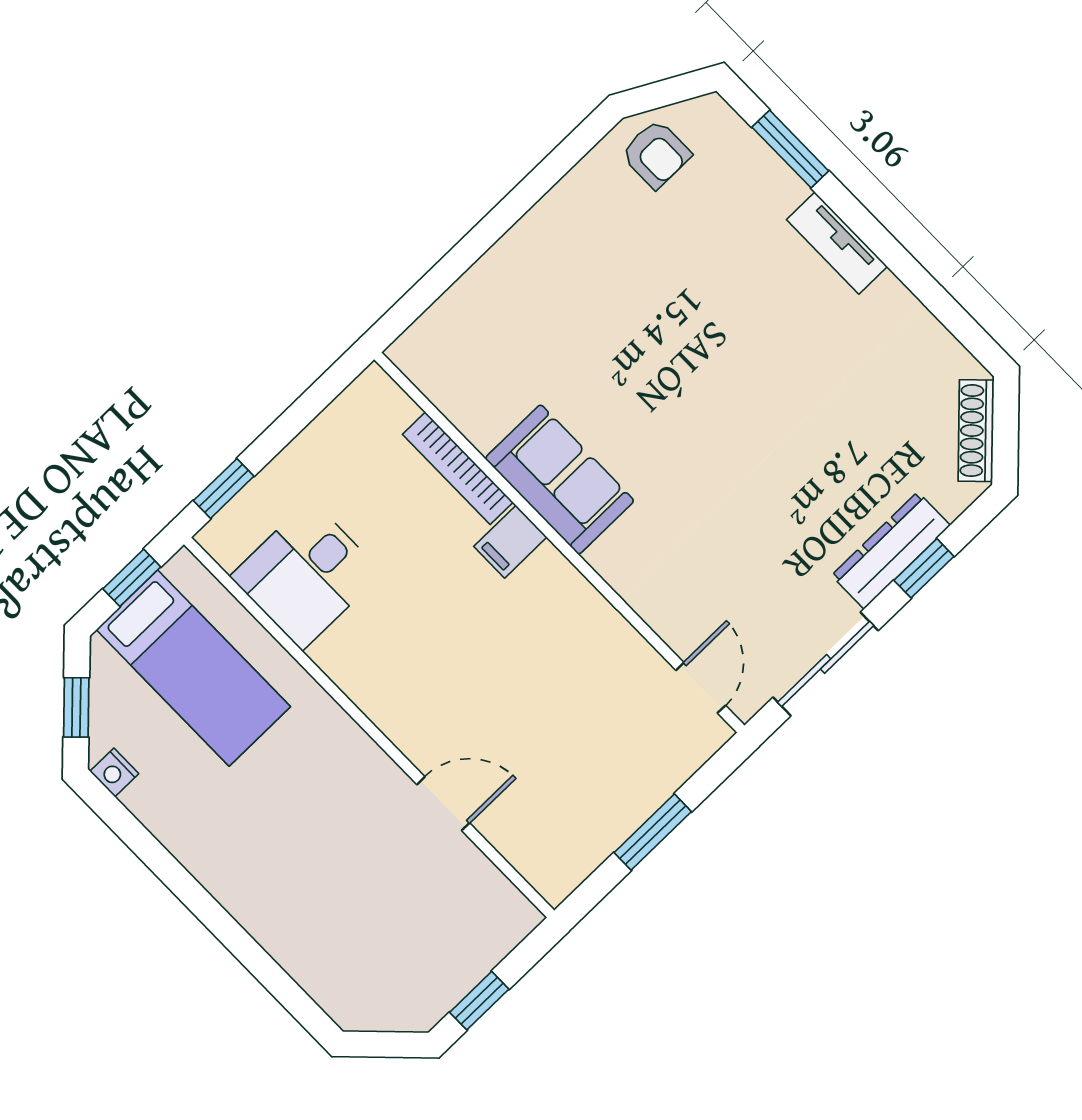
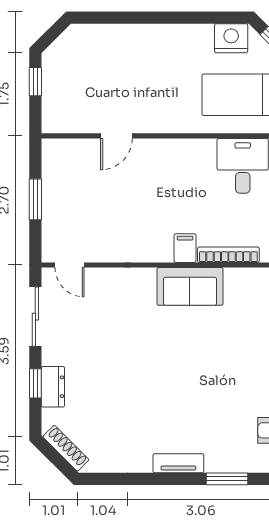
dresser: (891, 550) -> (53, 387), width x0.70
nightstand: (114, 772) -> (231, 38), width x1.89, depth x1.79

